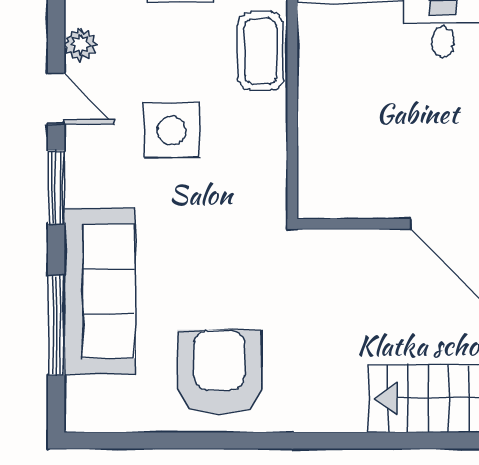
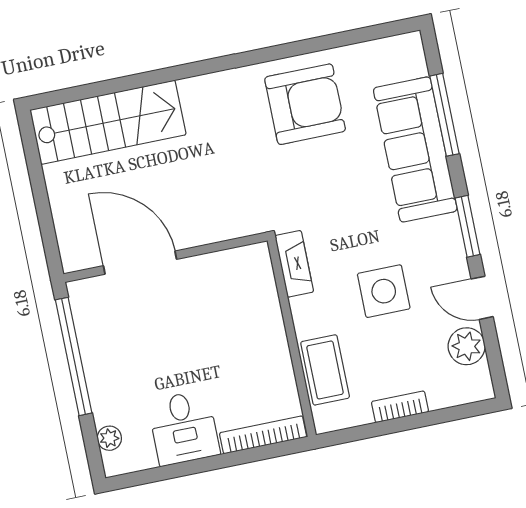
plant: (80, 45) -> (467, 346), width x1.38, depth x1.38
fireplace: (271, 185) -> (294, 264), added
armchair: (219, 372) -> (305, 104), turned -90

